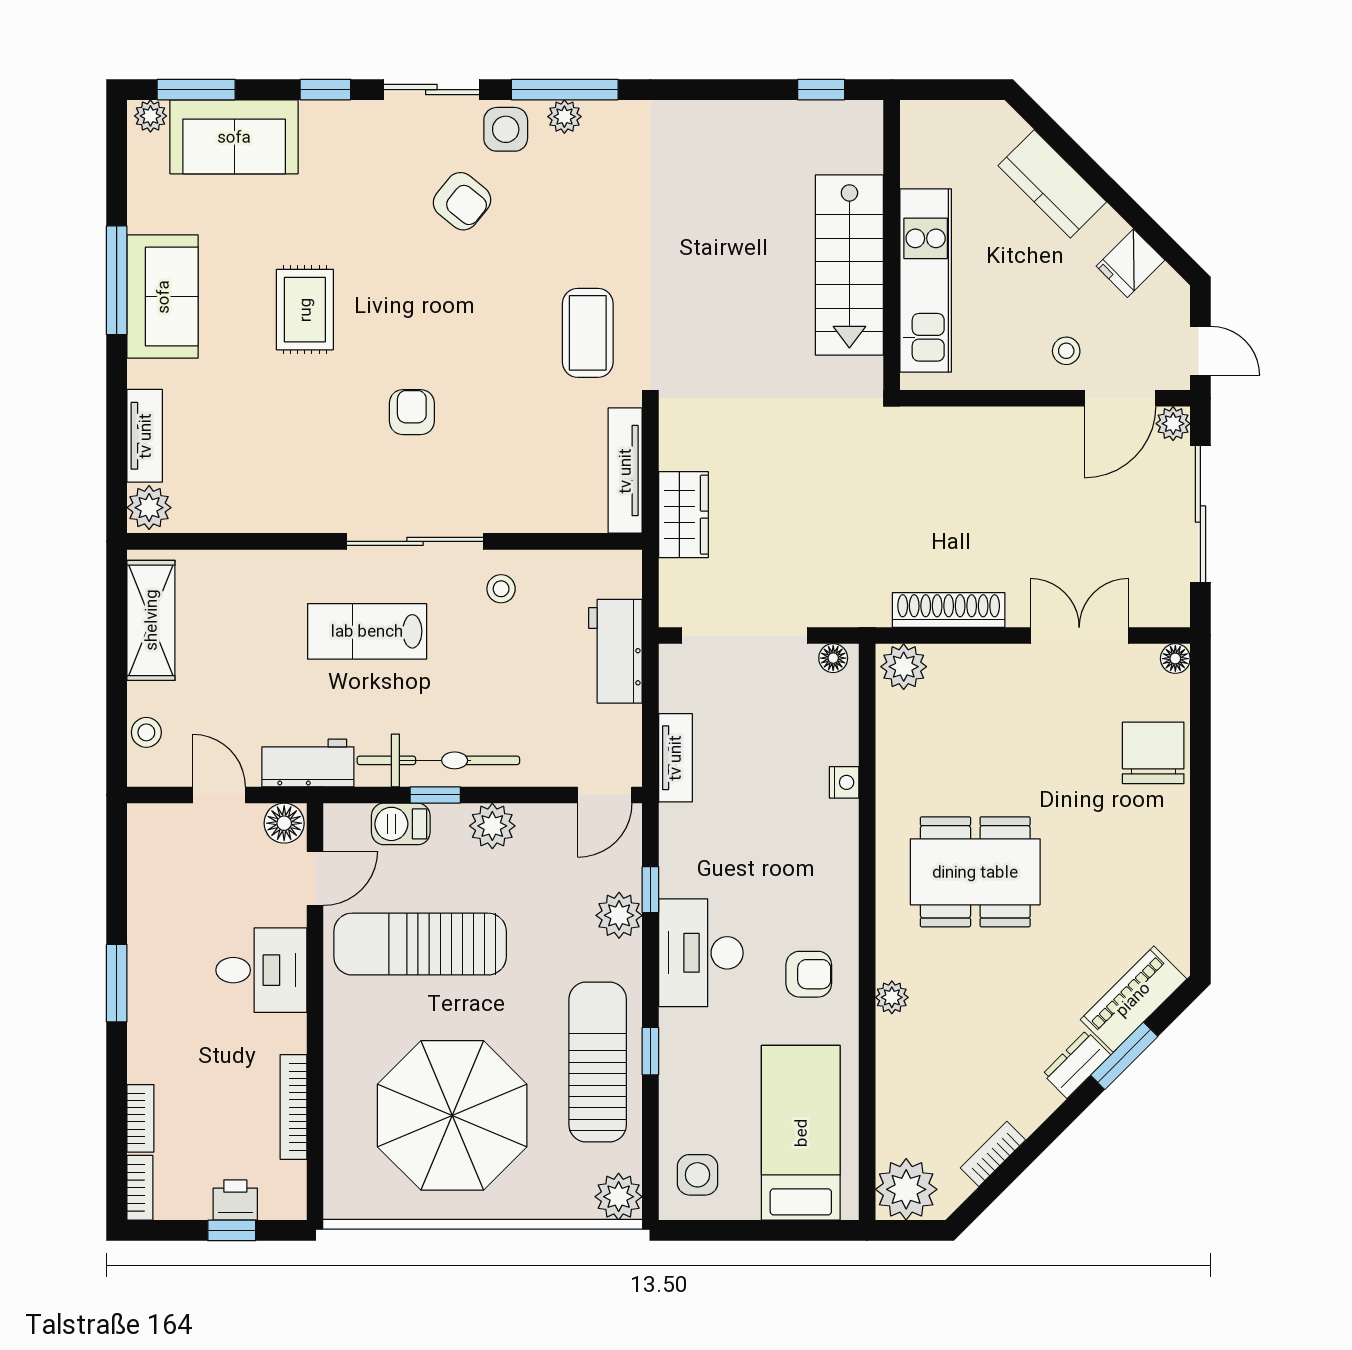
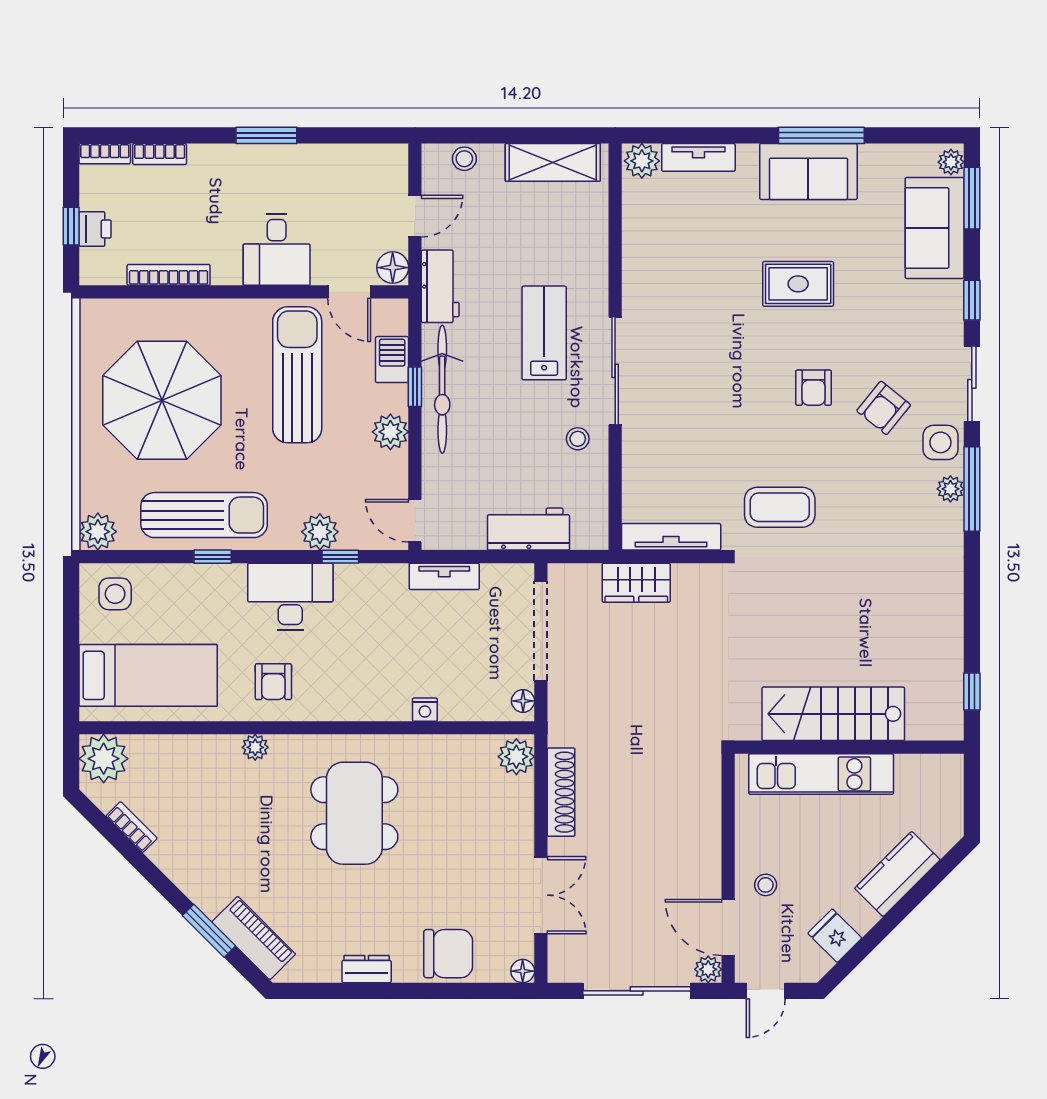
armchair: (412, 412) -> (814, 388), moved, turned 90
dresser: (1077, 1064) -> (367, 969), moved, turned -45

